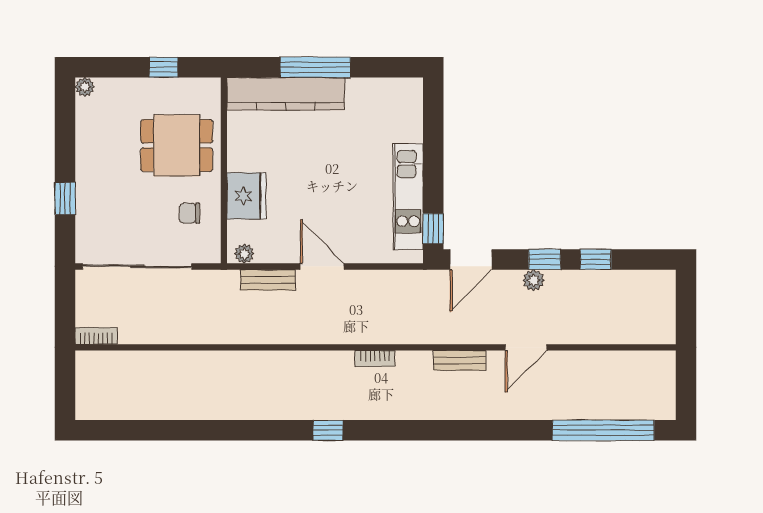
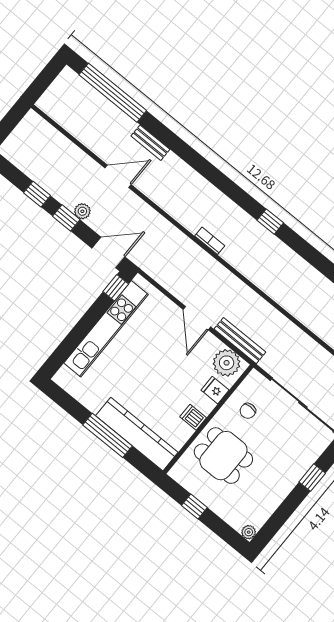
dishwasher: (241, 159) -> (193, 417), added
fridge: (247, 196) -> (215, 390), width x0.53, depth x0.75
kitchen unit: (408, 197) -> (106, 329), width x1.36
chair: (189, 213) -> (248, 411), turned 90
plant: (244, 254) -> (227, 363), width x1.87, depth x1.87
bench: (268, 280) -> (240, 341), width x1.36
bench: (460, 360) -> (150, 143), moved

